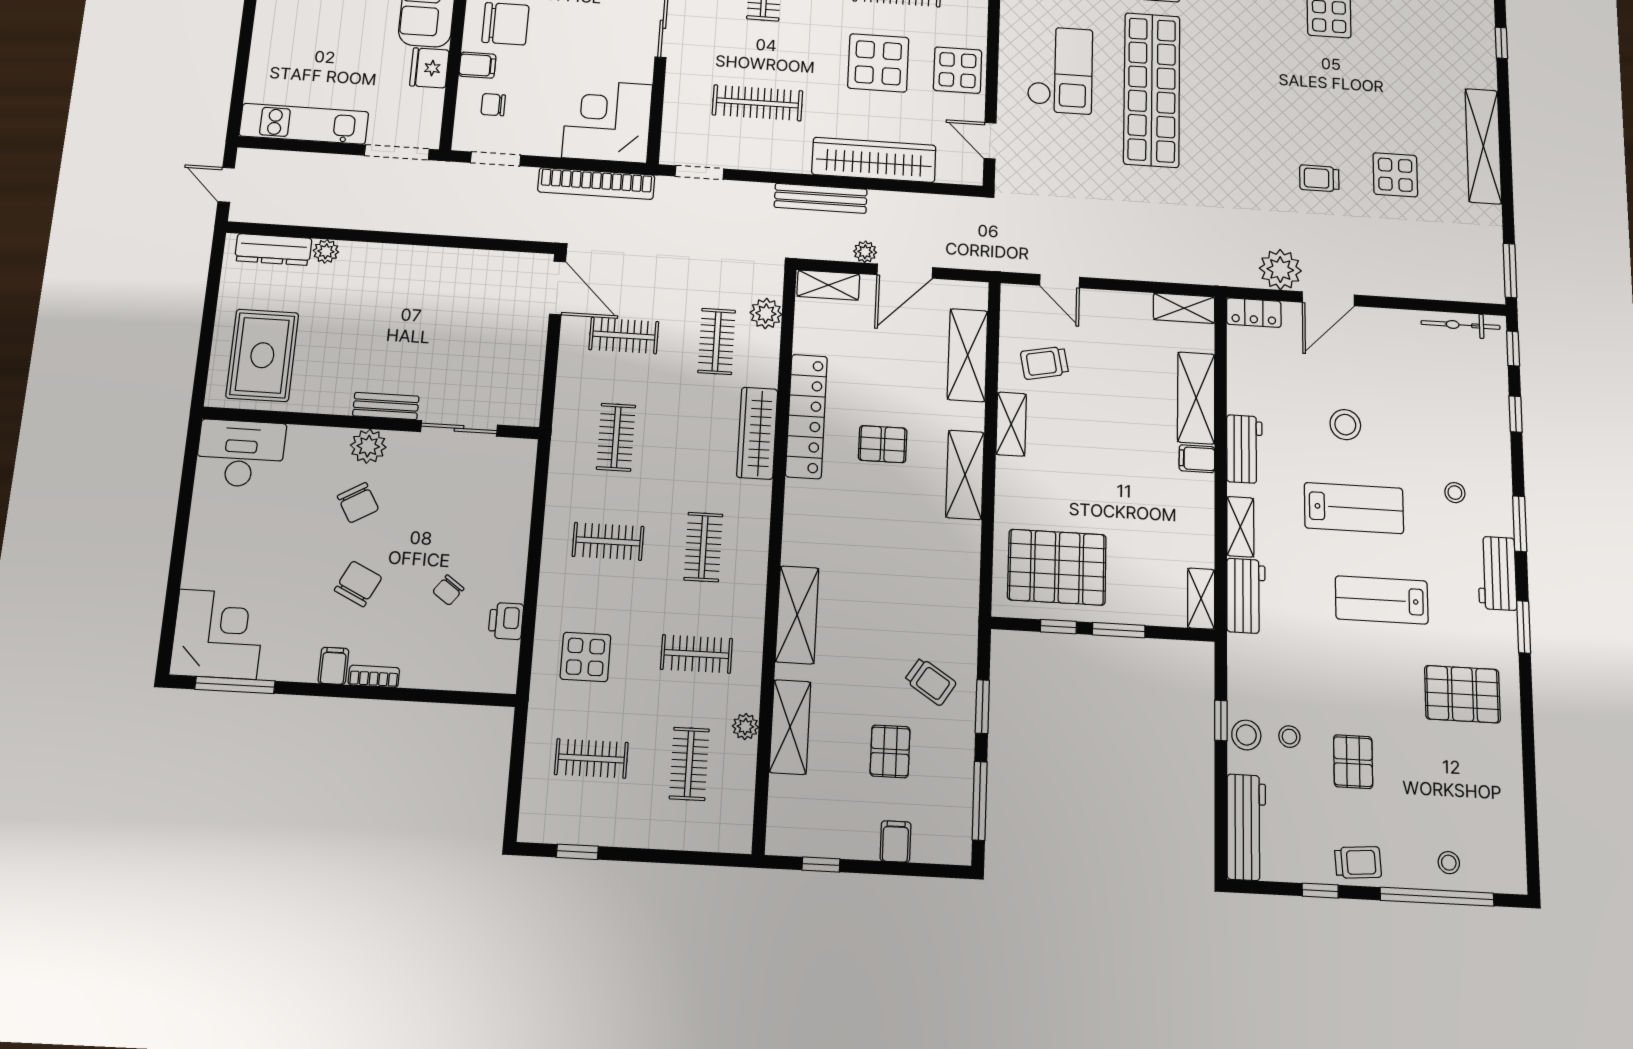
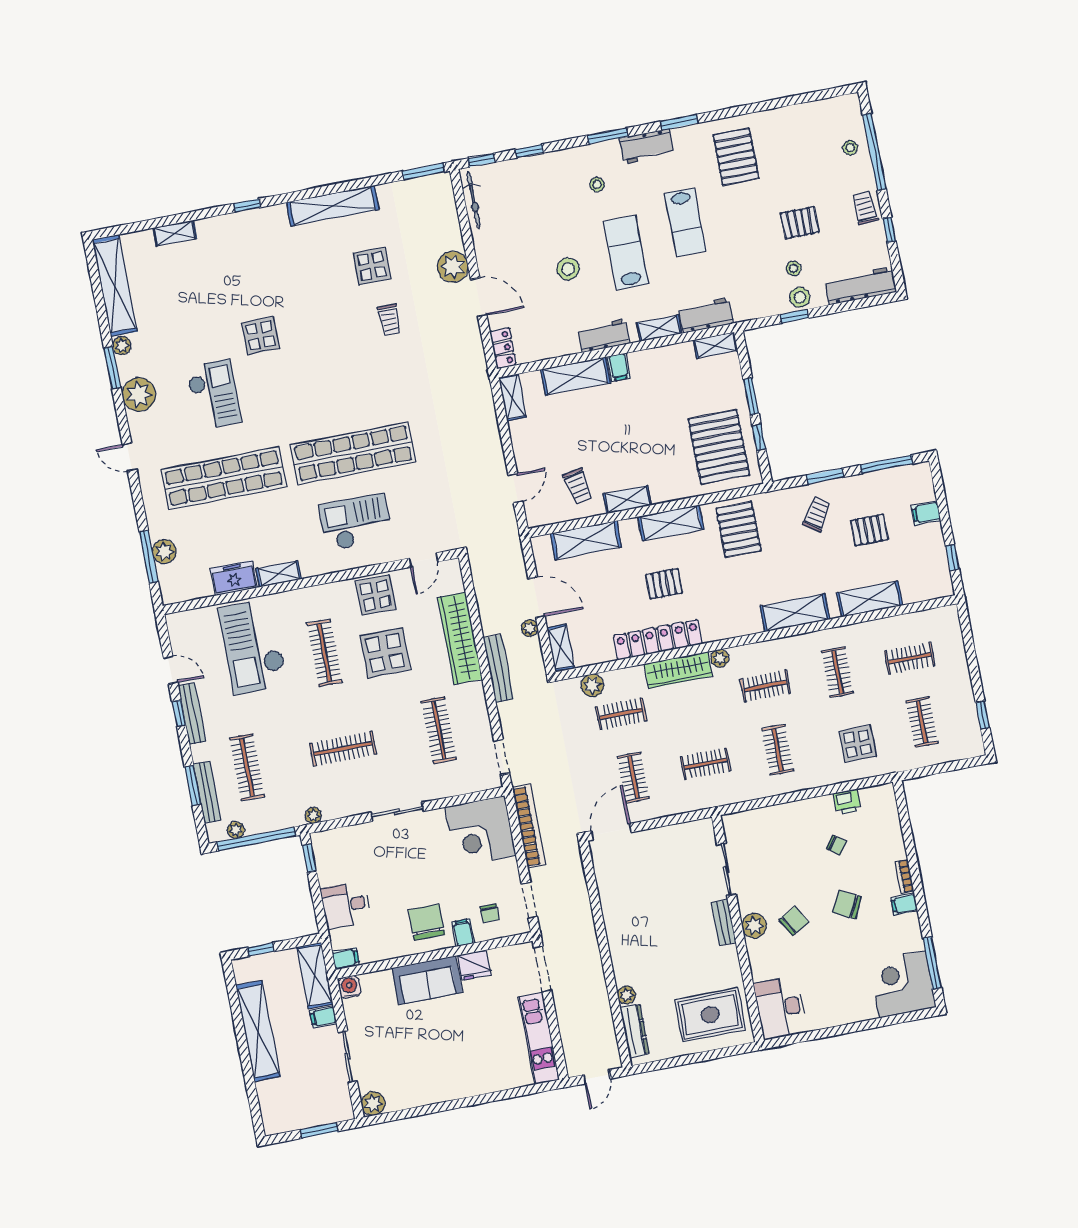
plant: (1280, 270) -> (453, 267), moved
pallet: (883, 444) -> (664, 584), turned 90
pallet: (934, 565) -> (739, 530), added
plant: (745, 727) -> (720, 658), moved

